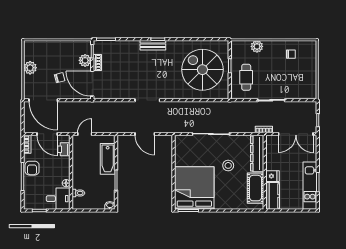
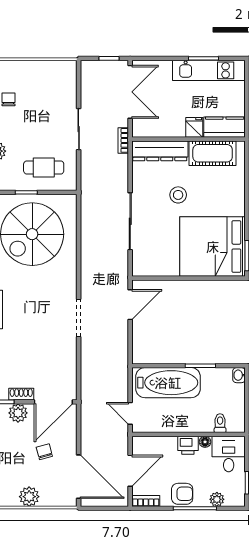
door: (43, 100) -> (79, 477), hinge flipped
door: (145, 134) -> (130, 305), moved
printer: (64, 149) -> (188, 445), moved
bathtub: (108, 159) -> (168, 383), width x1.36, depth x1.36
plant: (28, 191) -> (217, 499), added

